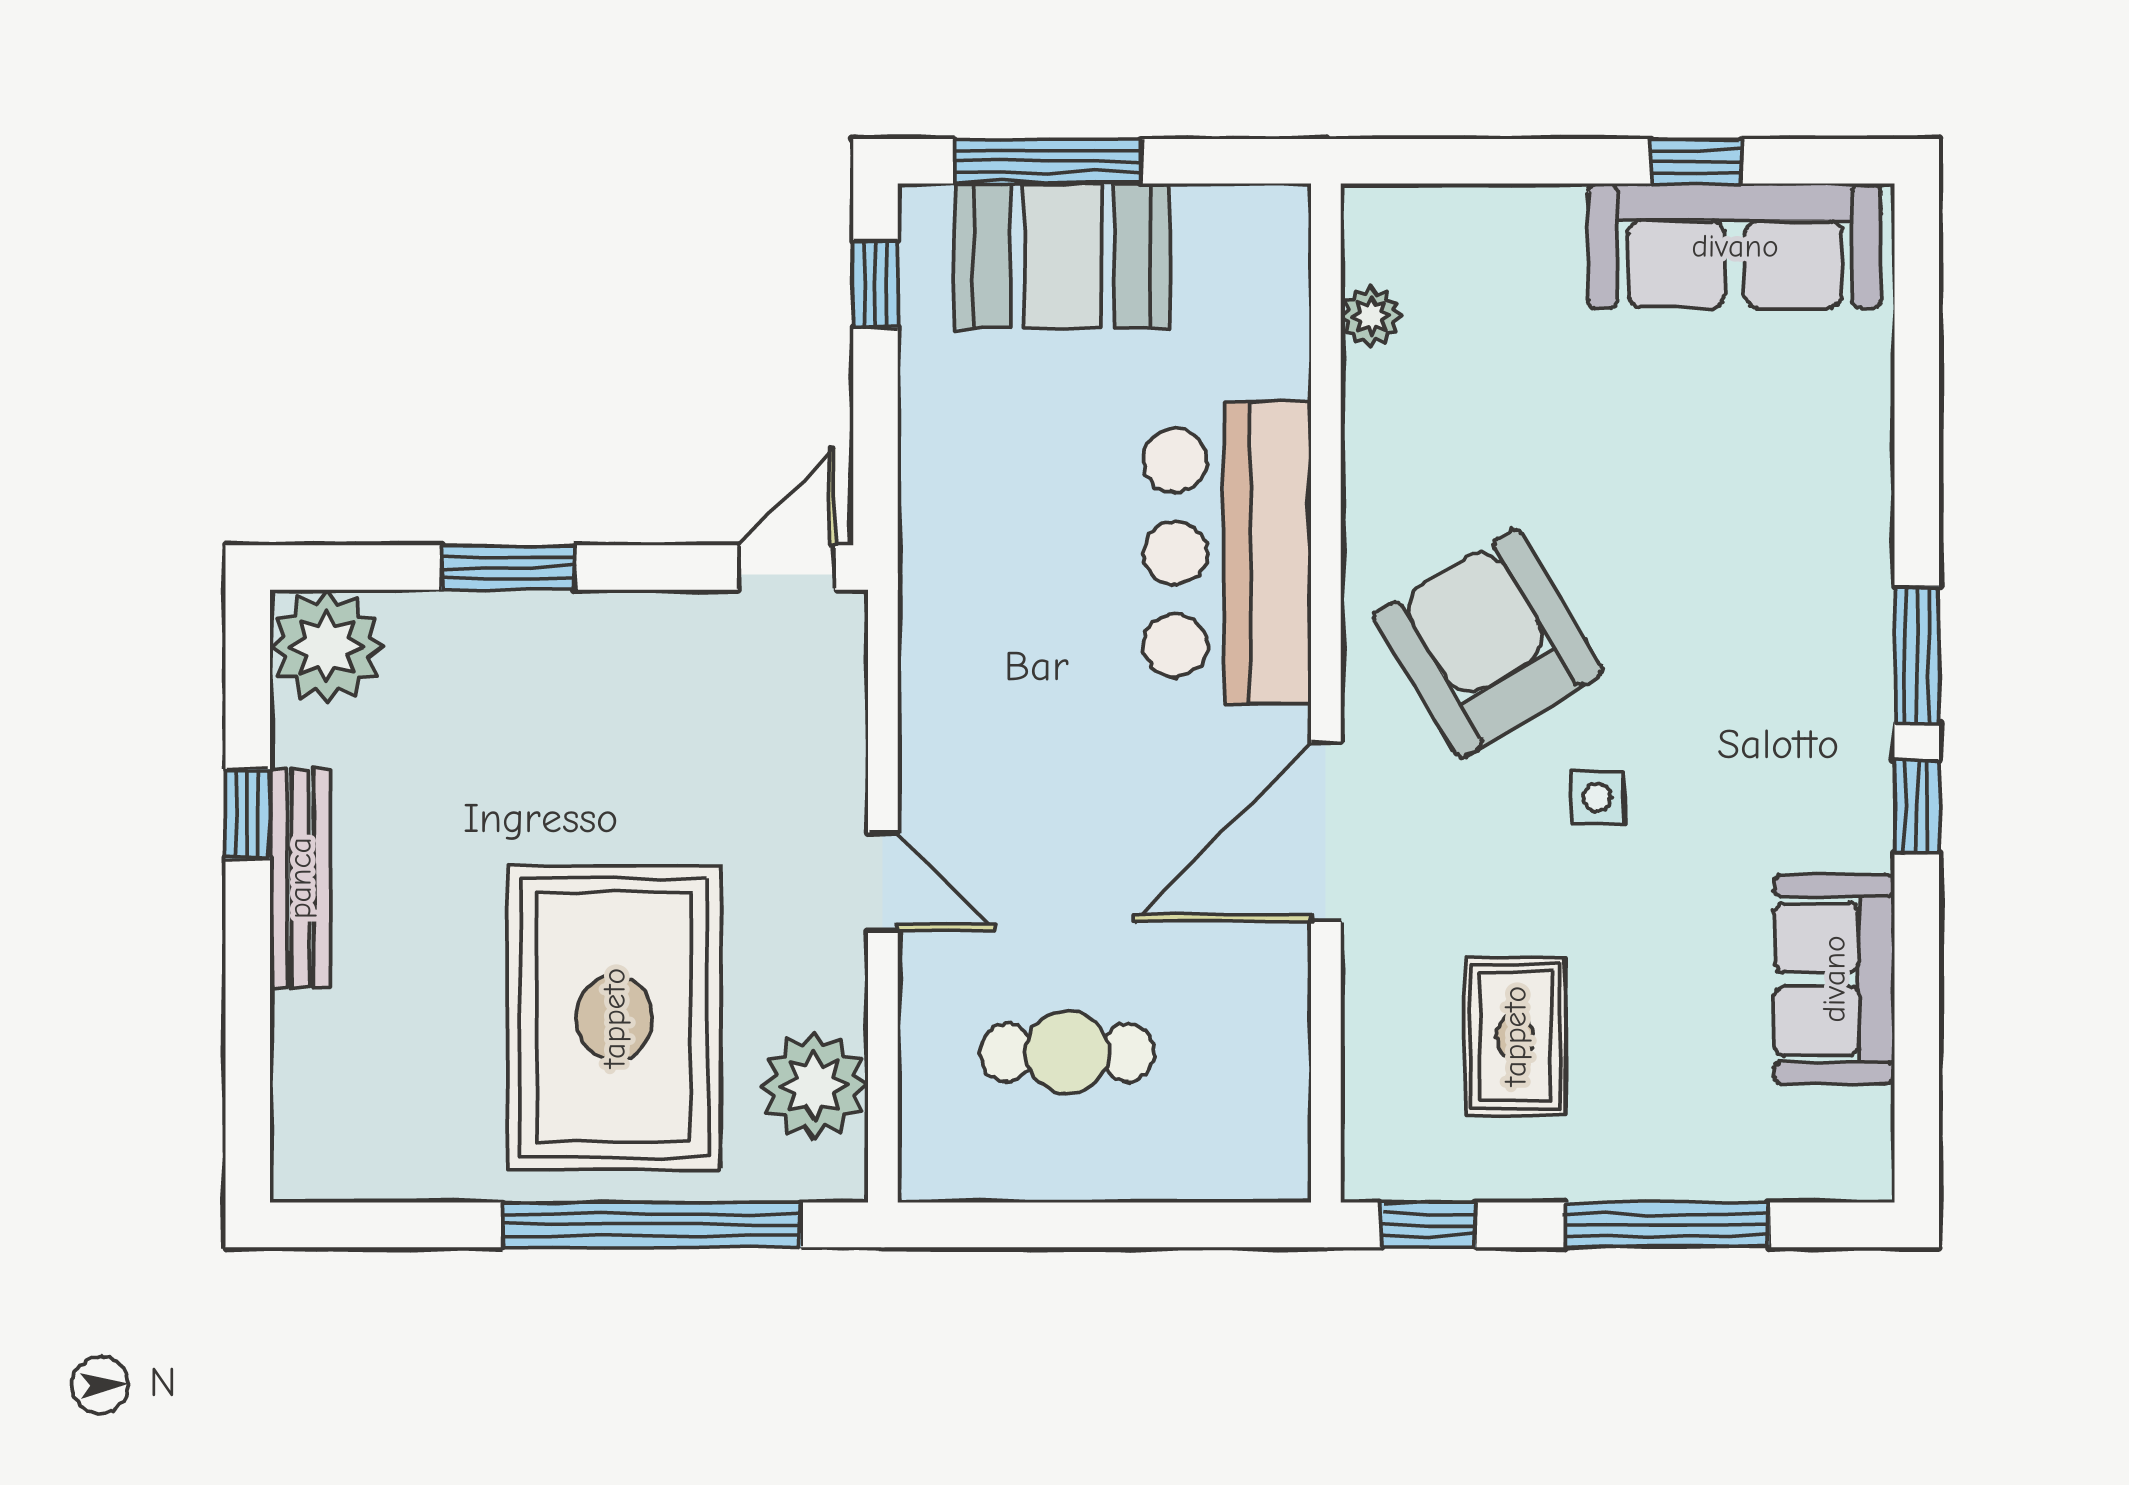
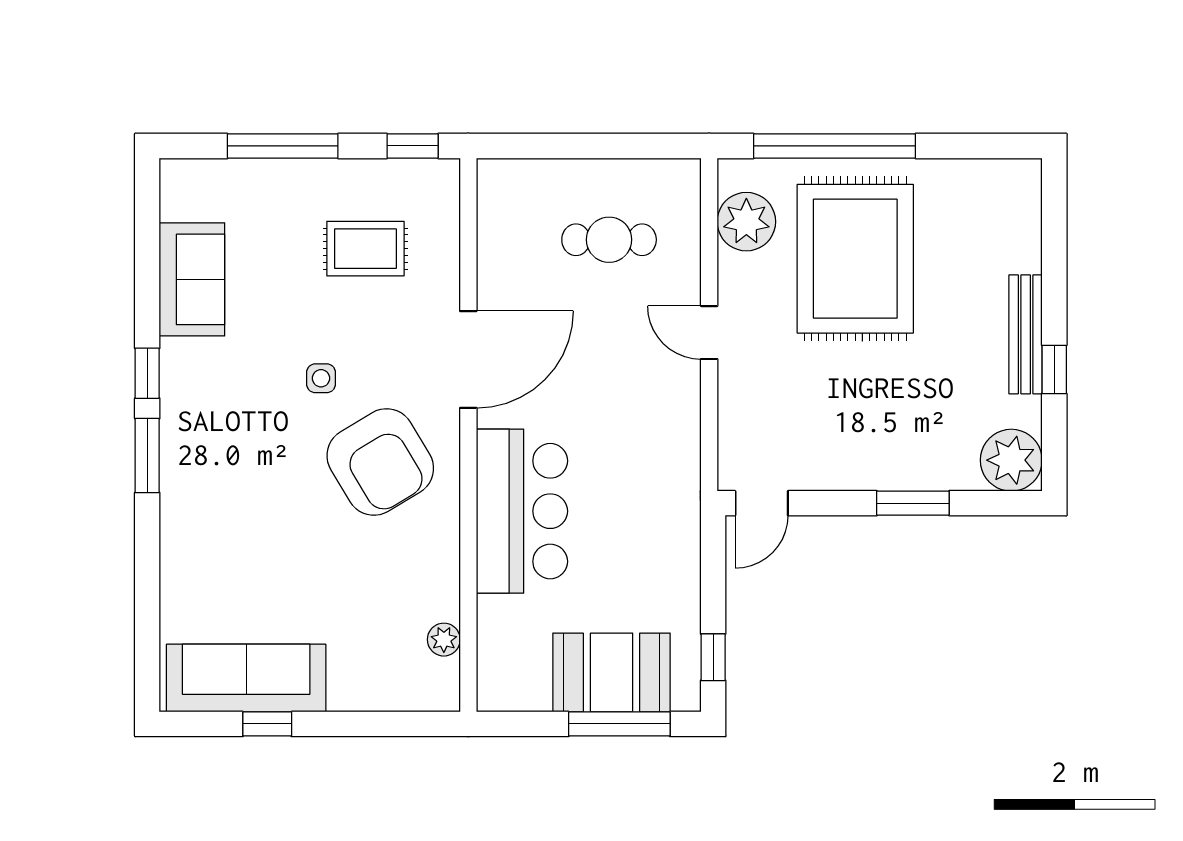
rug: (1515, 1036) -> (365, 249), turned 90

